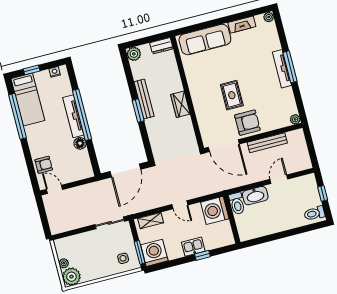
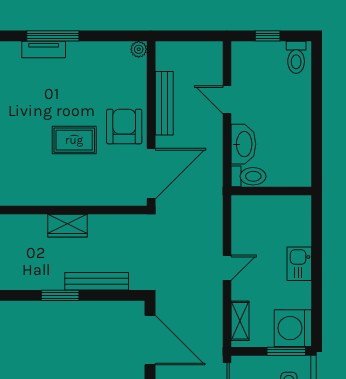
tv unit: (282, 69) -> (44, 49), width x0.71
bench: (144, 99) -> (97, 281), moved
washing machine: (215, 210) -> (250, 214), removed
window: (202, 255) -> (317, 253), removed

